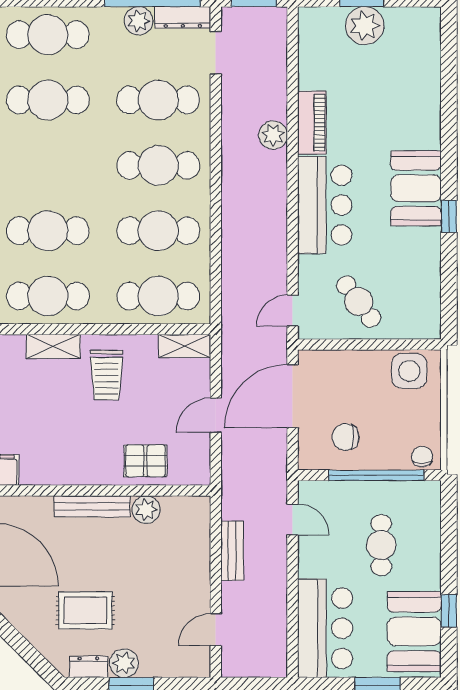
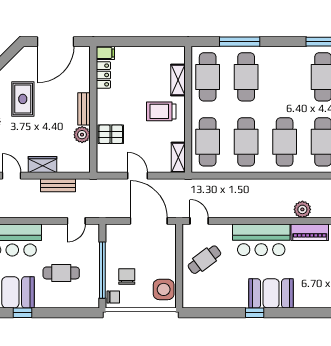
chair: (346, 437) -> (127, 277), moved
pallet: (145, 461) -> (111, 134), turned 90
locker: (45, 473) -> (103, 75), added
bench: (92, 506) -> (84, 109), width x0.73
wardrobe: (197, 577) -> (42, 164), added

